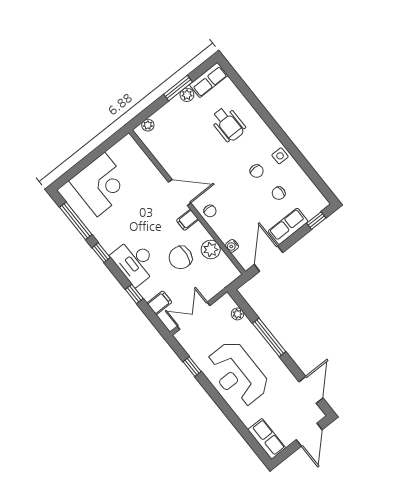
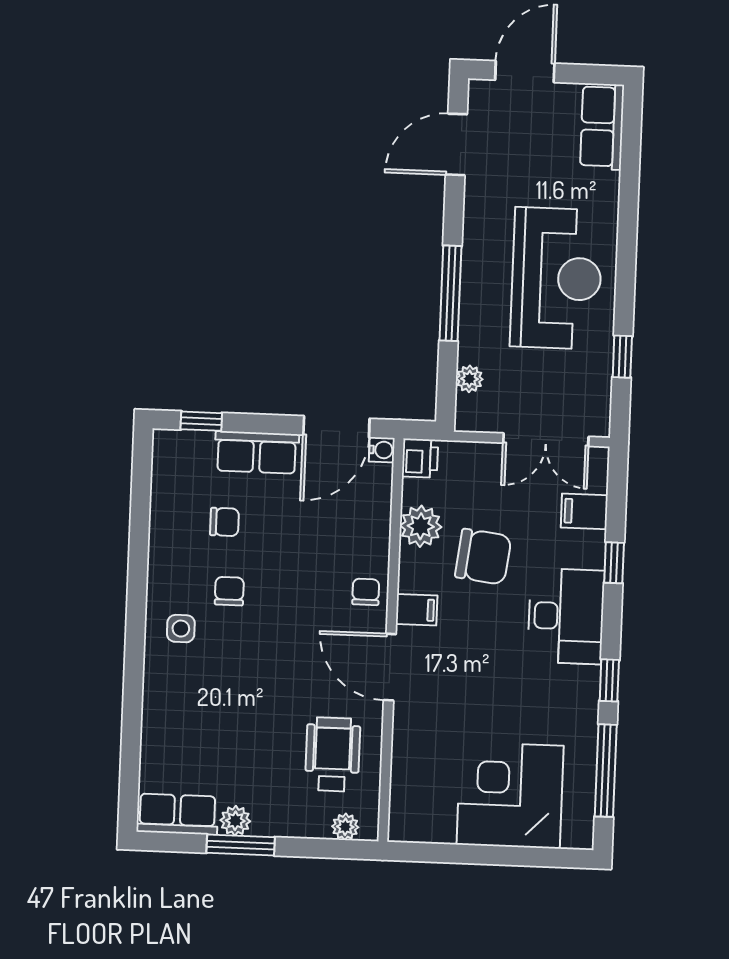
wheelchair: (228, 124) -> (333, 754), moved
side table: (280, 156) -> (181, 629), moved
water cooler: (232, 246) -> (382, 450), moved
printer: (231, 272) -> (420, 458), added

